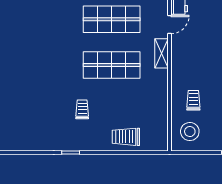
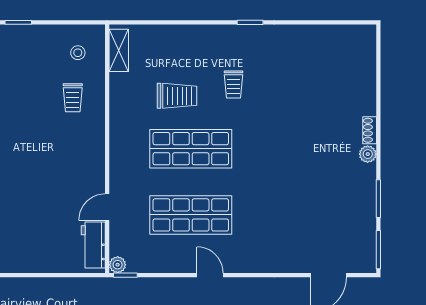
shelving: (161, 53) -> (119, 50), moved
stool: (190, 132) -> (78, 53), width x0.53, depth x0.53
trolley: (126, 137) -> (177, 96), moved

